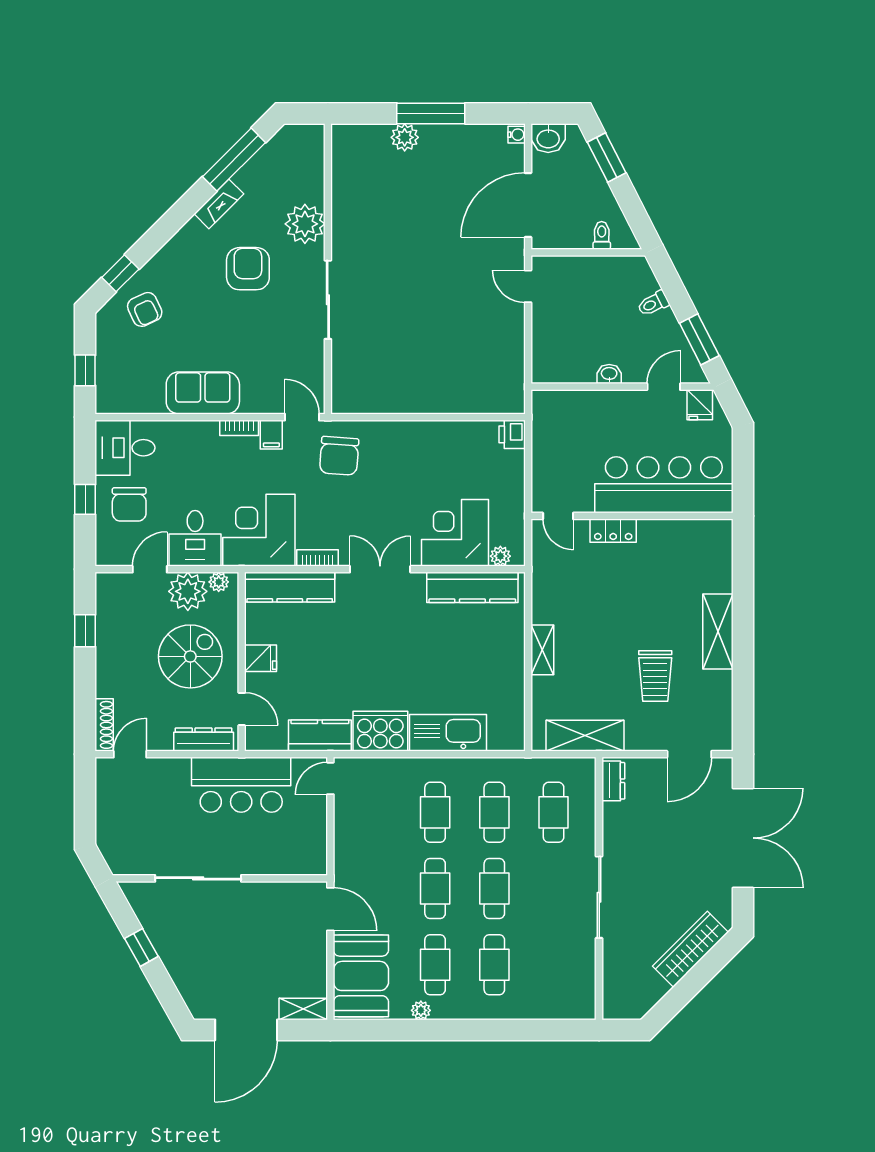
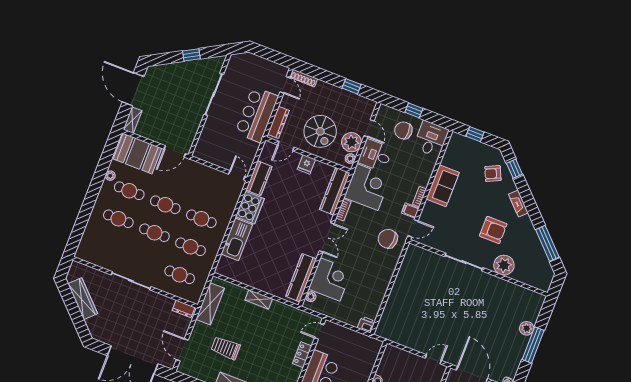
fireplace: (219, 204) -> (518, 204), moved
bar counter: (241, 785) -> (257, 115), moved
wardrobe: (691, 949) -> (83, 299), moved

